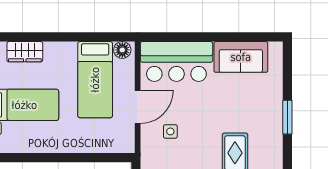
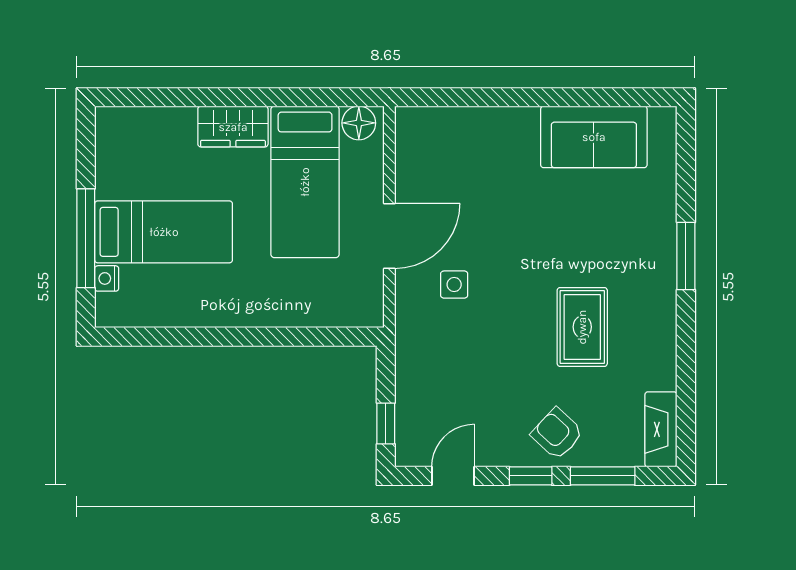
wardrobe: (25, 52) -> (233, 127), moved
bar counter: (176, 61) -> (466, 146), removed

